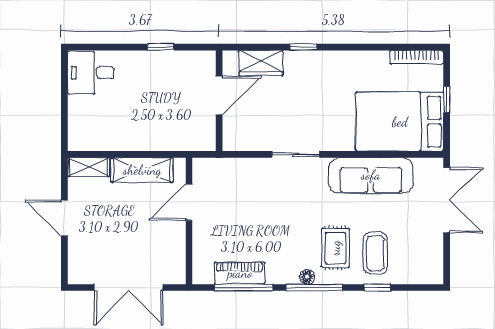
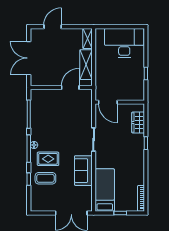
desk: (91, 73) -> (124, 43), width x1.87, depth x1.30
door: (219, 96) -> (108, 102), moved
bed: (400, 122) -> (105, 190), width x0.67
sofa: (371, 175) -> (83, 171), width x0.73
door: (189, 202) -> (70, 87), hinge flipped
door: (64, 218) -> (53, 27), moved
piano: (240, 273) -> (36, 112), removed

